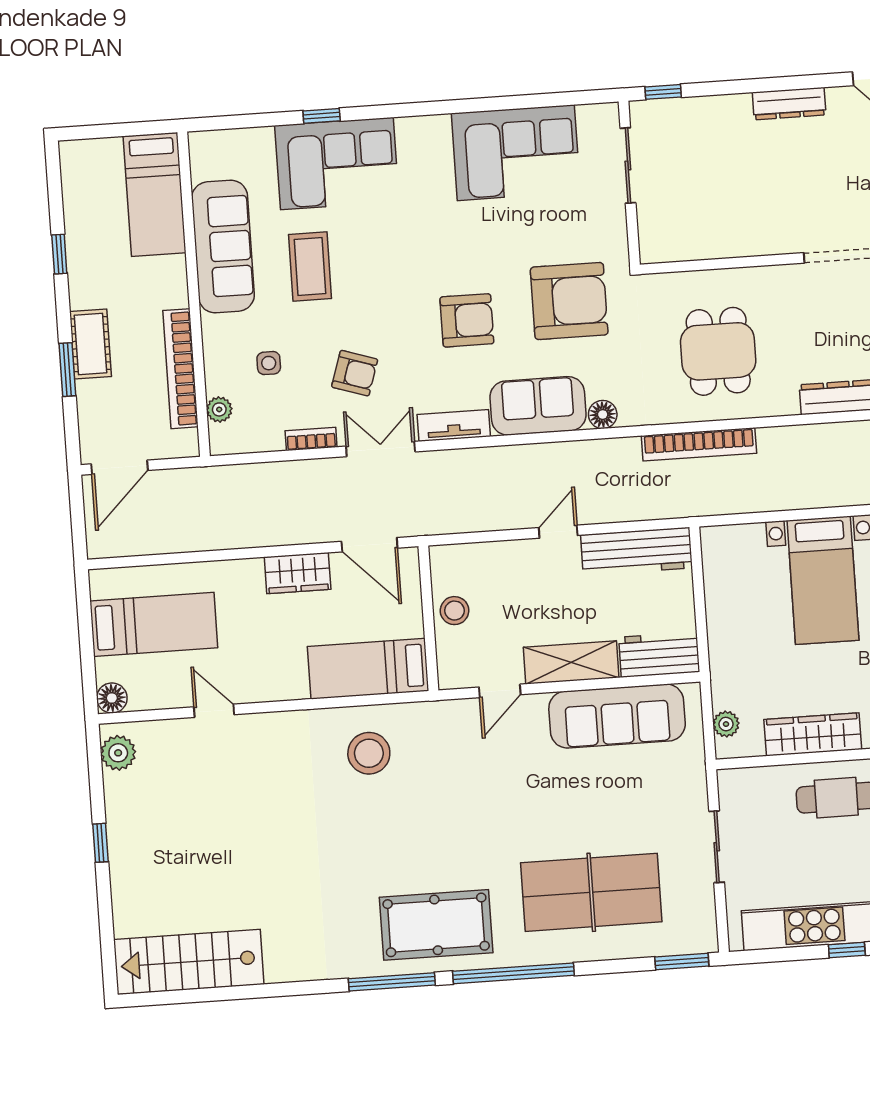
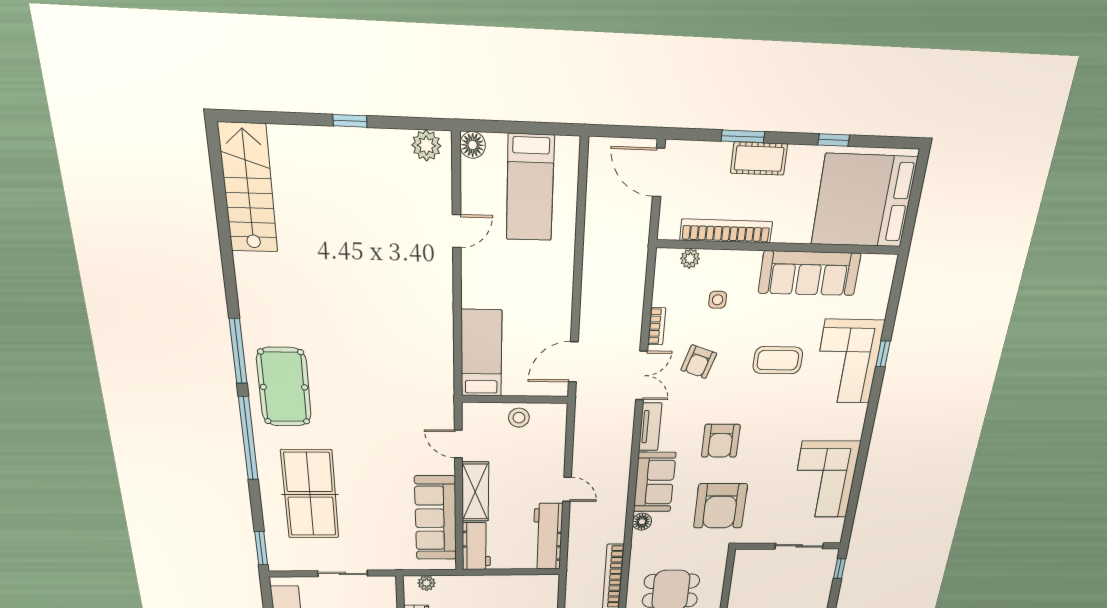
bed: (155, 194) -> (864, 201), width x2.04
coffee table: (310, 267) -> (778, 360), moved
wardrobe: (298, 573) -> (558, 307), removed
stool: (369, 753) -> (417, 349), removed

